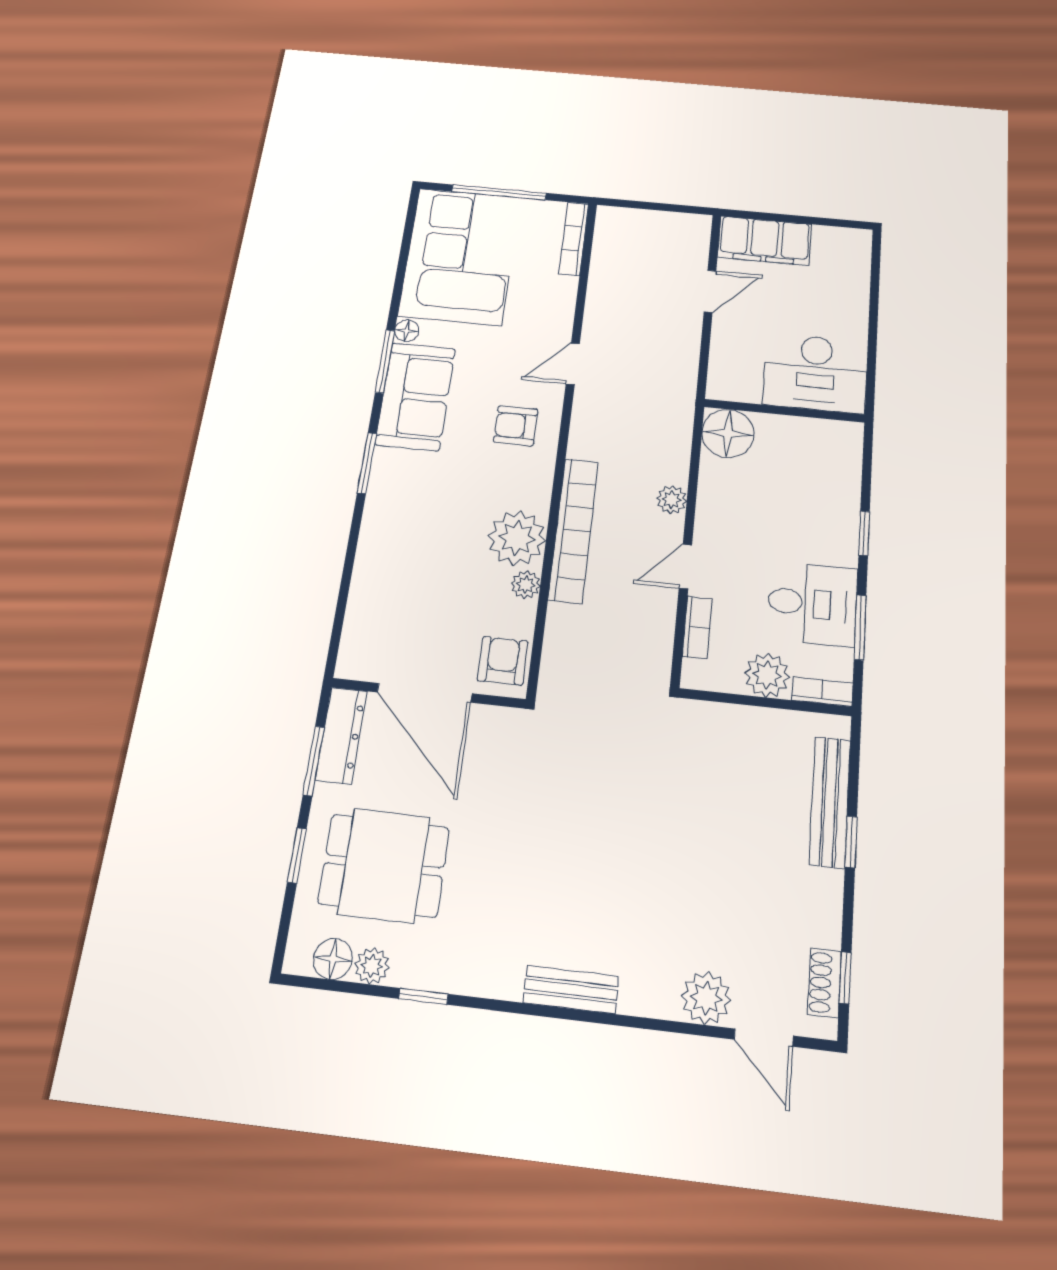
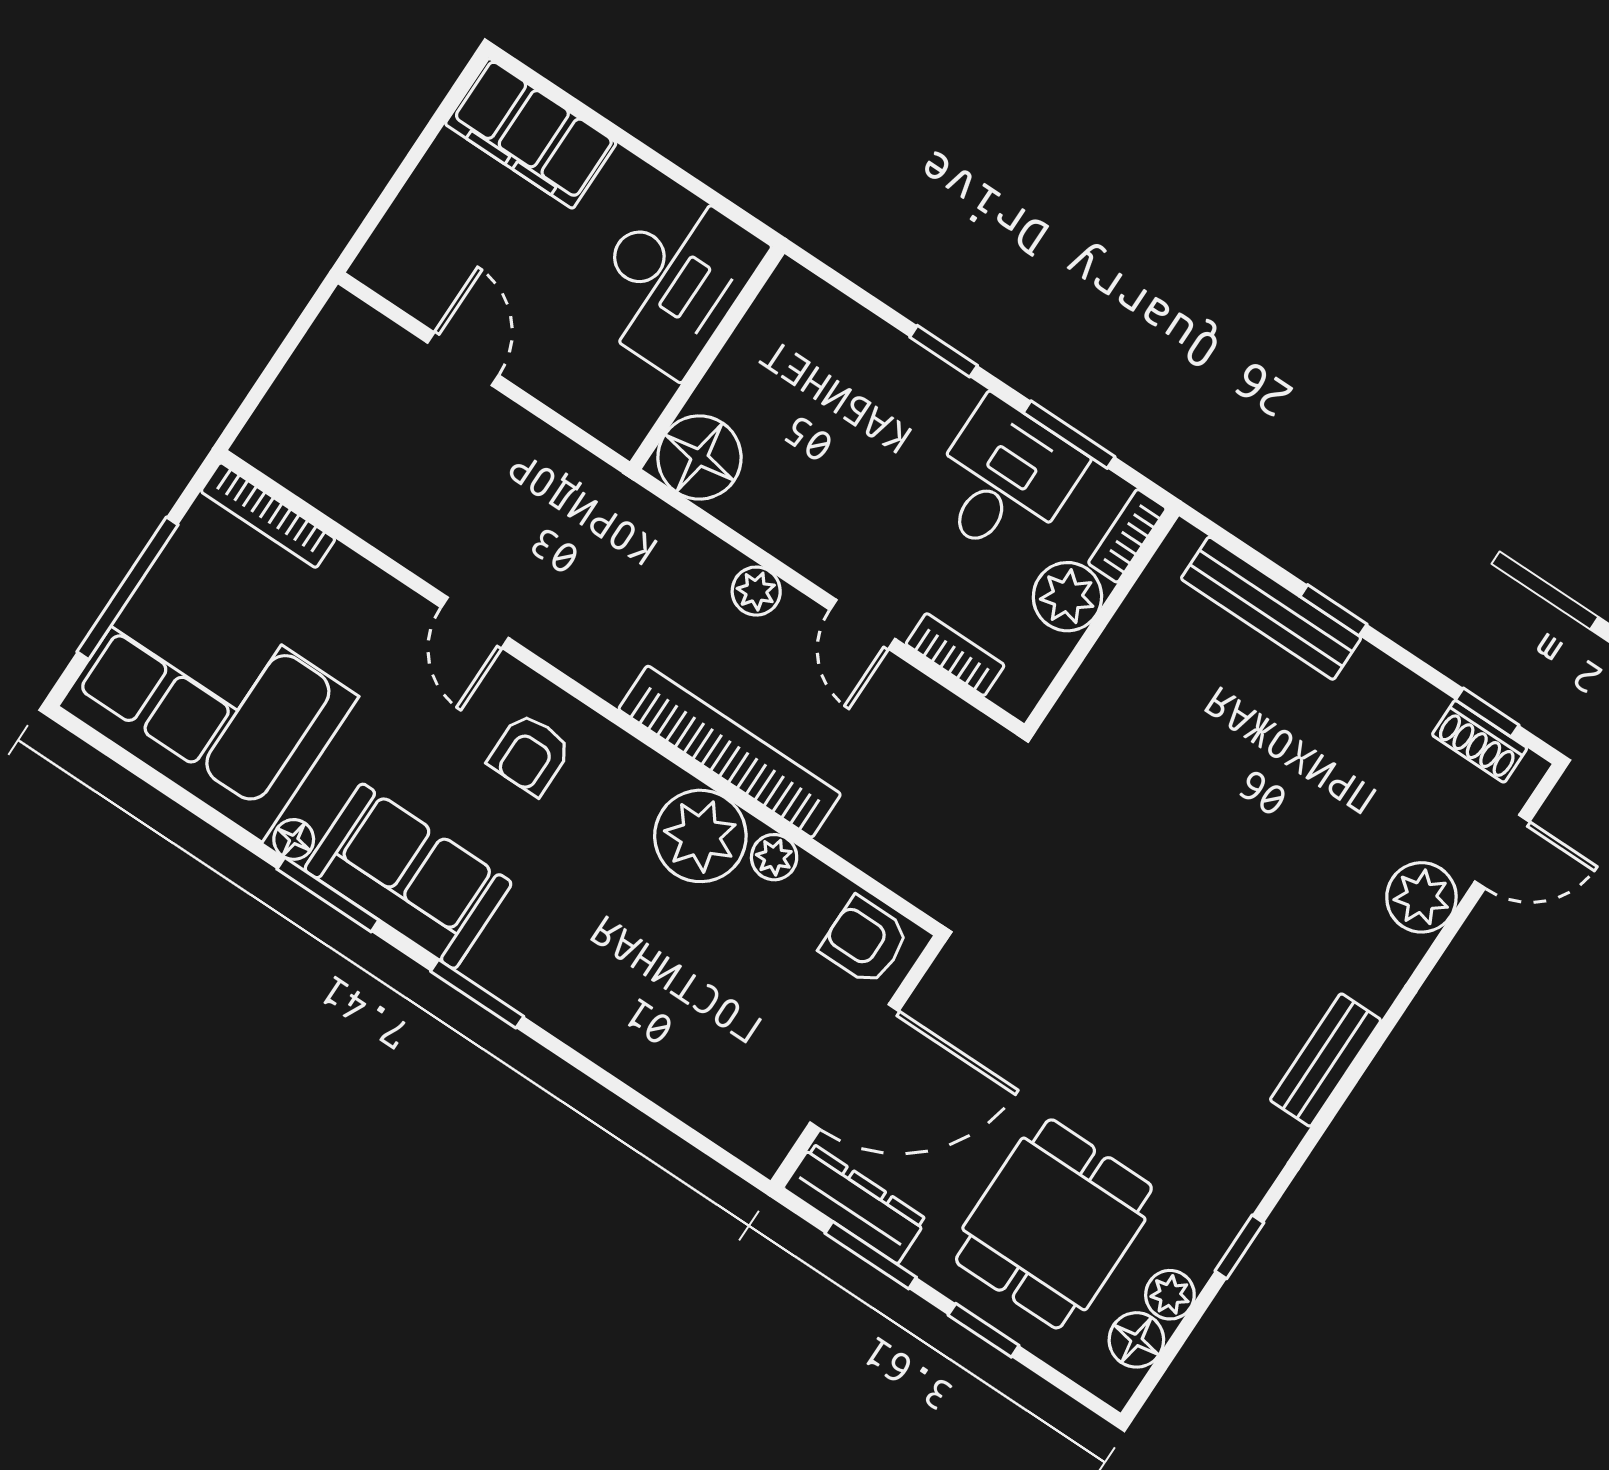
filing cabinet: (765, 241) -> (531, 133), moved, turned 90

